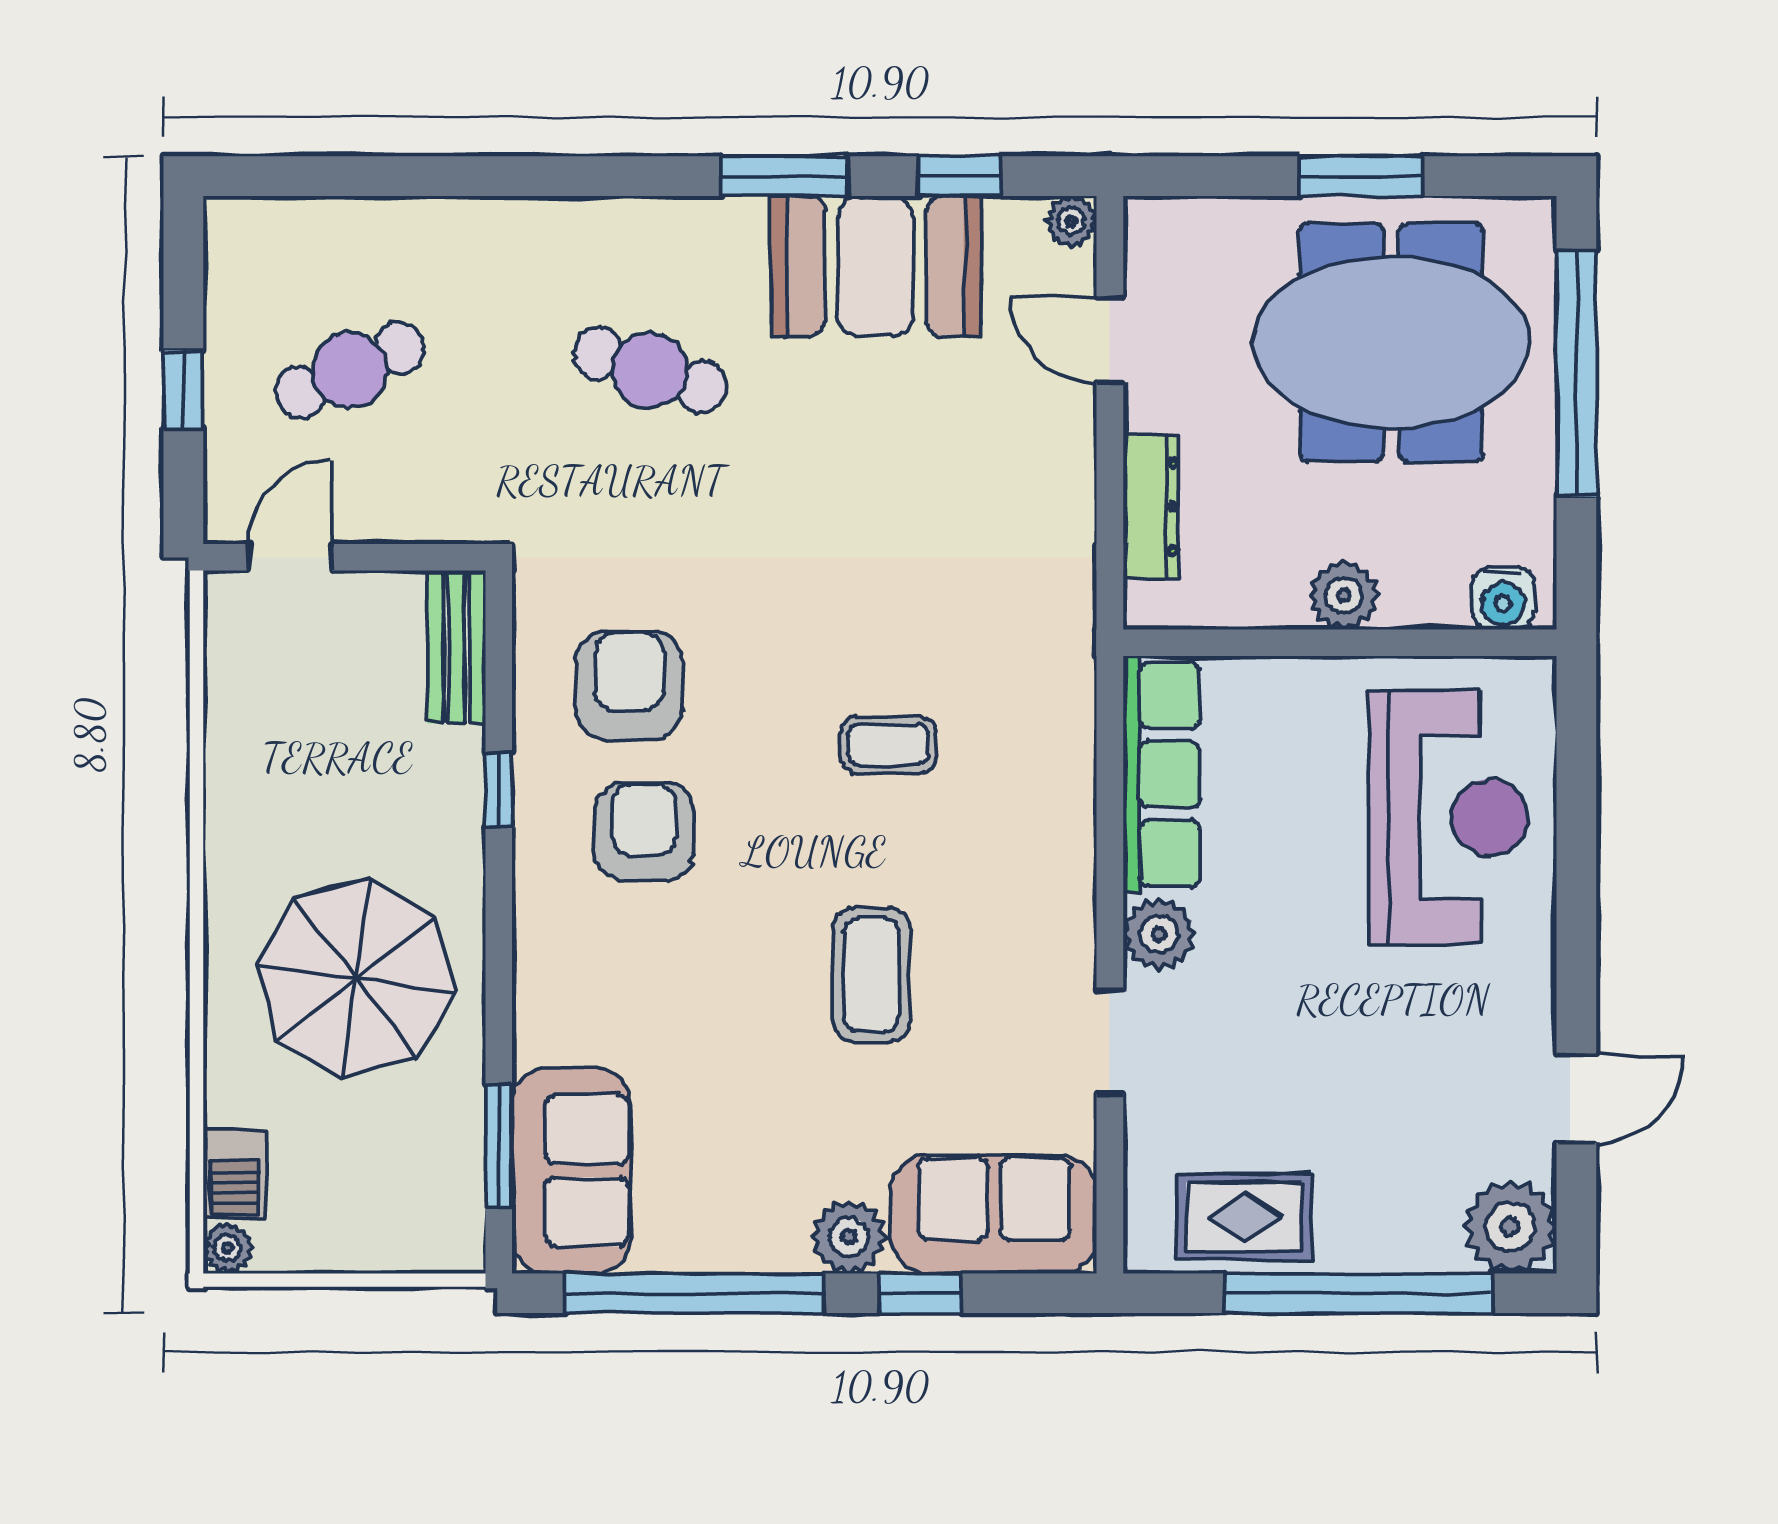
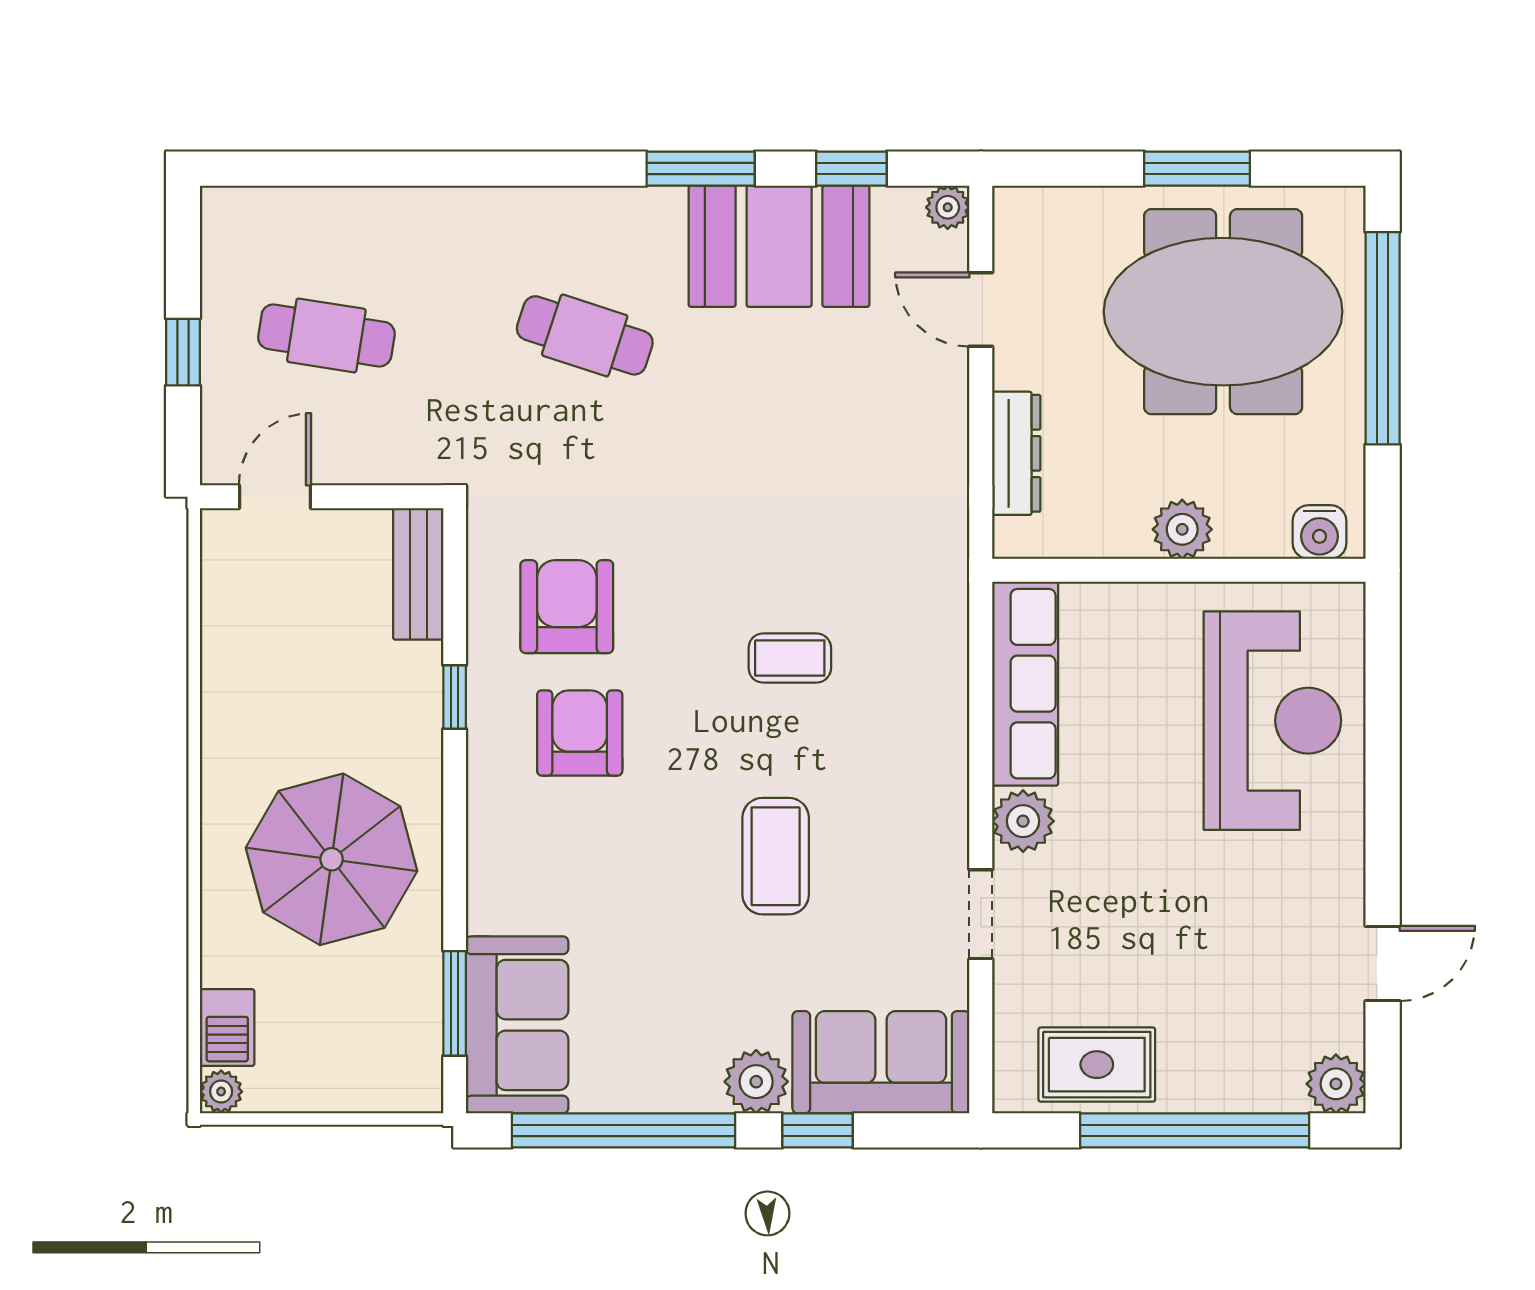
cafe table: (350, 370) -> (326, 335), turned 33
plant: (1510, 1227) -> (1336, 1084), width x0.73, depth x0.73

